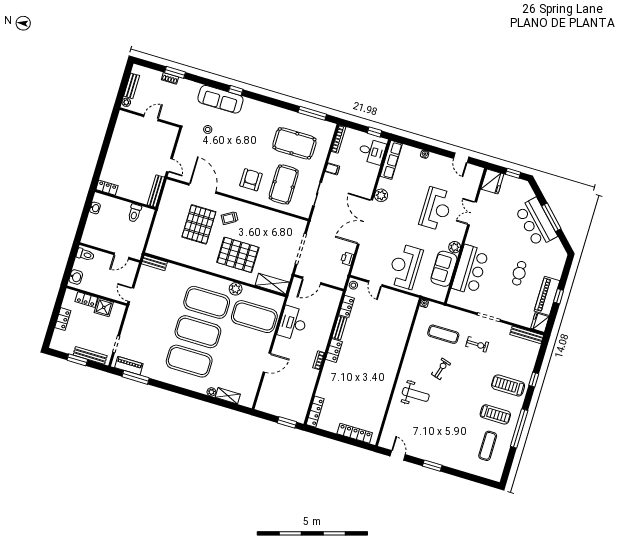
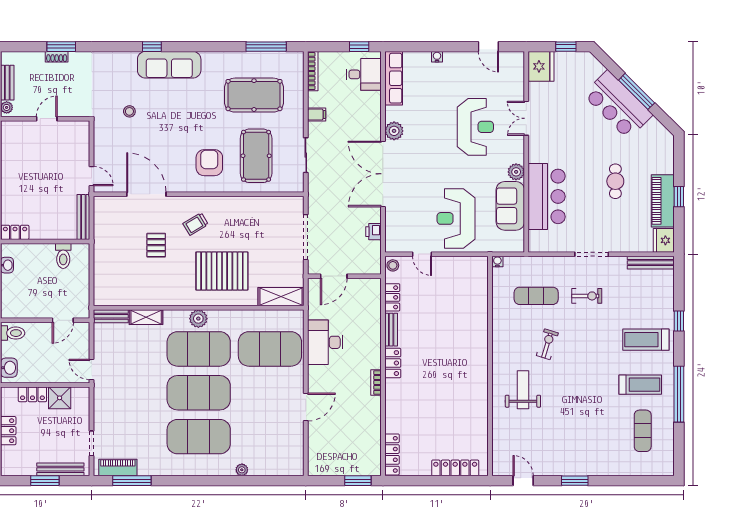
sofa: (220, 99) -> (169, 65), moved
pallet: (199, 224) -> (156, 245), width x0.49, depth x0.50
plant: (236, 289) -> (198, 319), moved
weight bench: (416, 394) -> (523, 390), turned -90
shelving: (228, 396) -> (146, 317), moved

